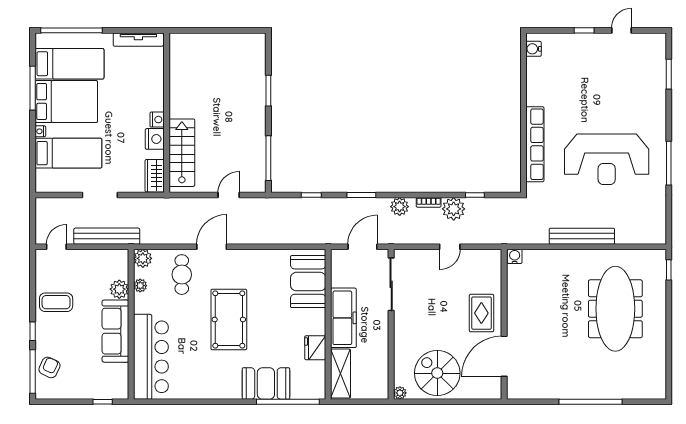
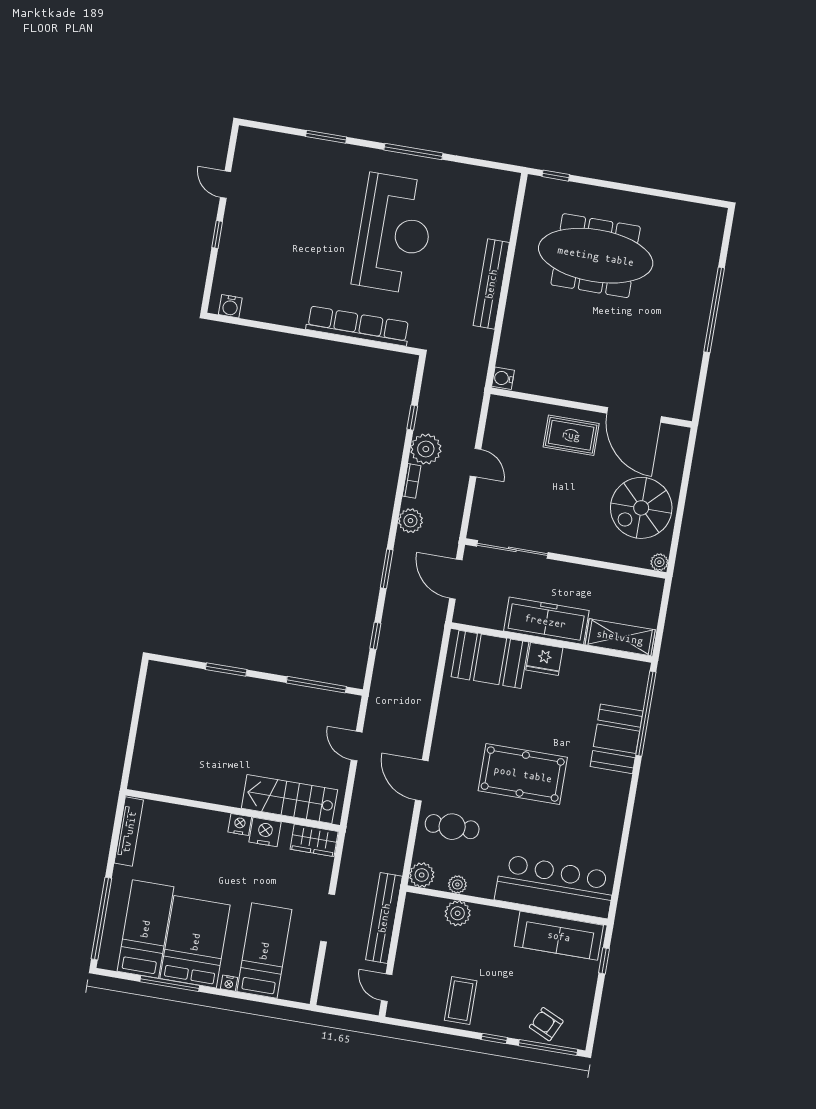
window: (669, 74) -> (326, 137), moved
sofa: (115, 331) -> (559, 936), moved
fridge: (315, 348) -> (544, 659), moved

